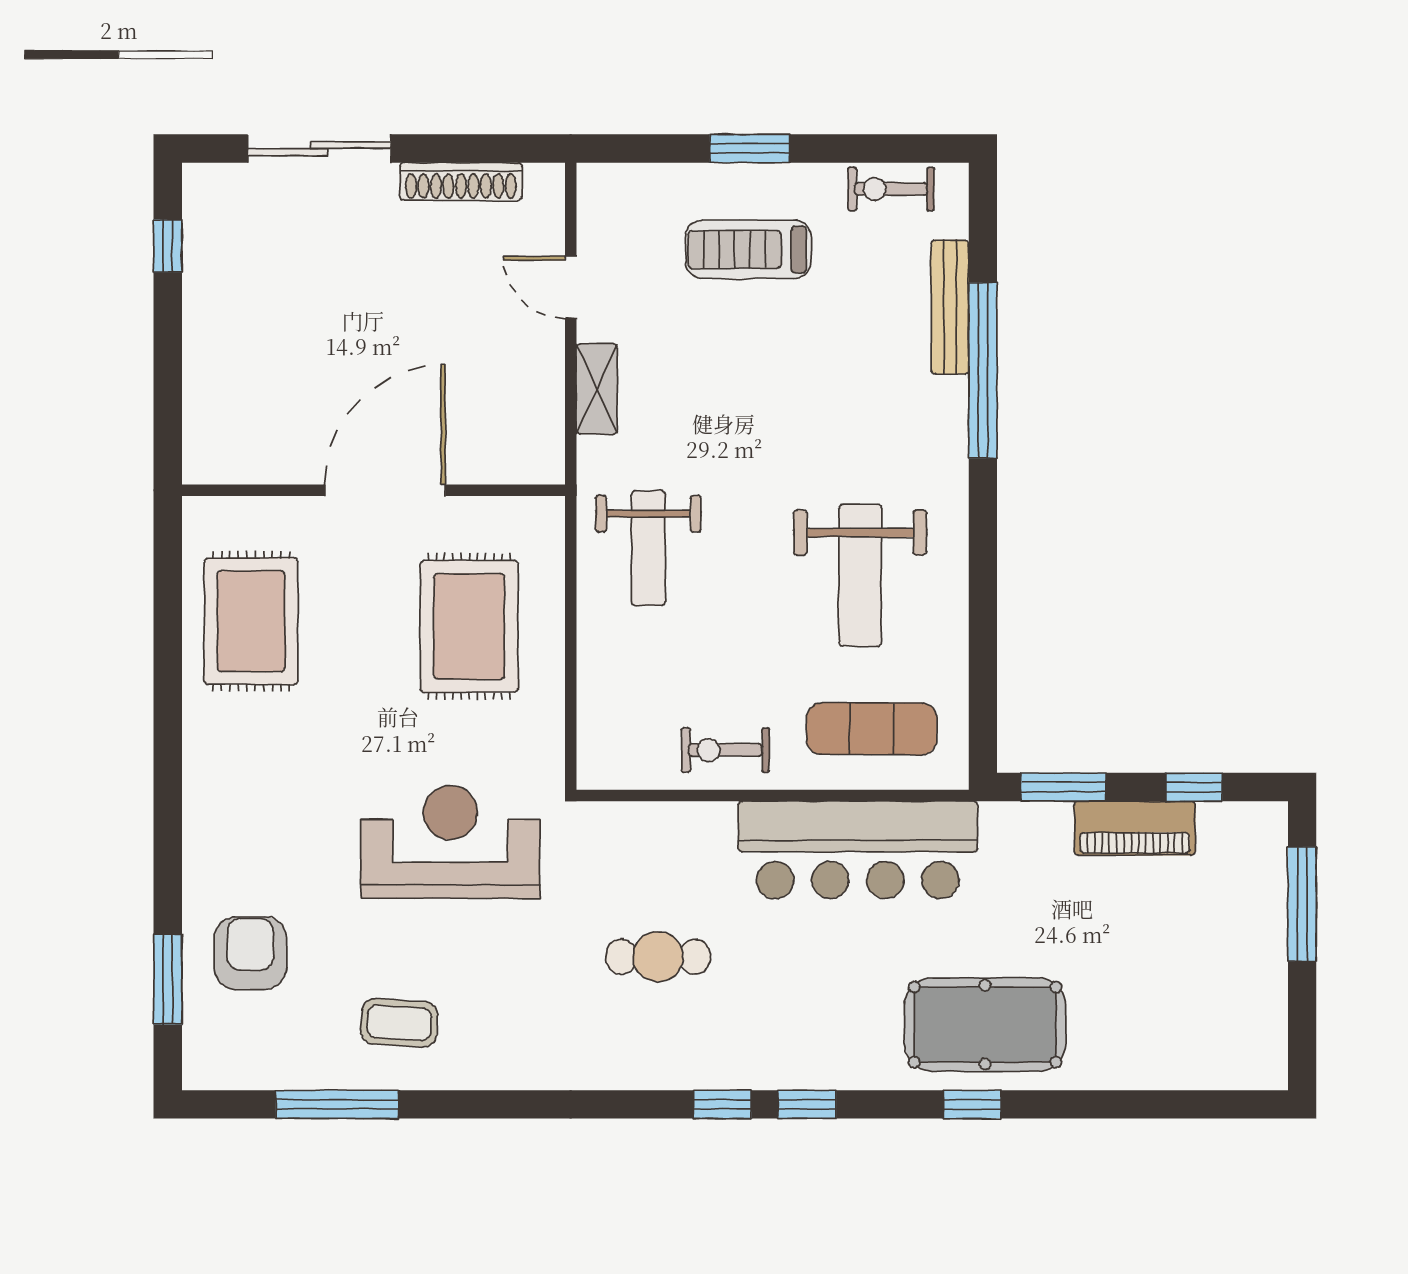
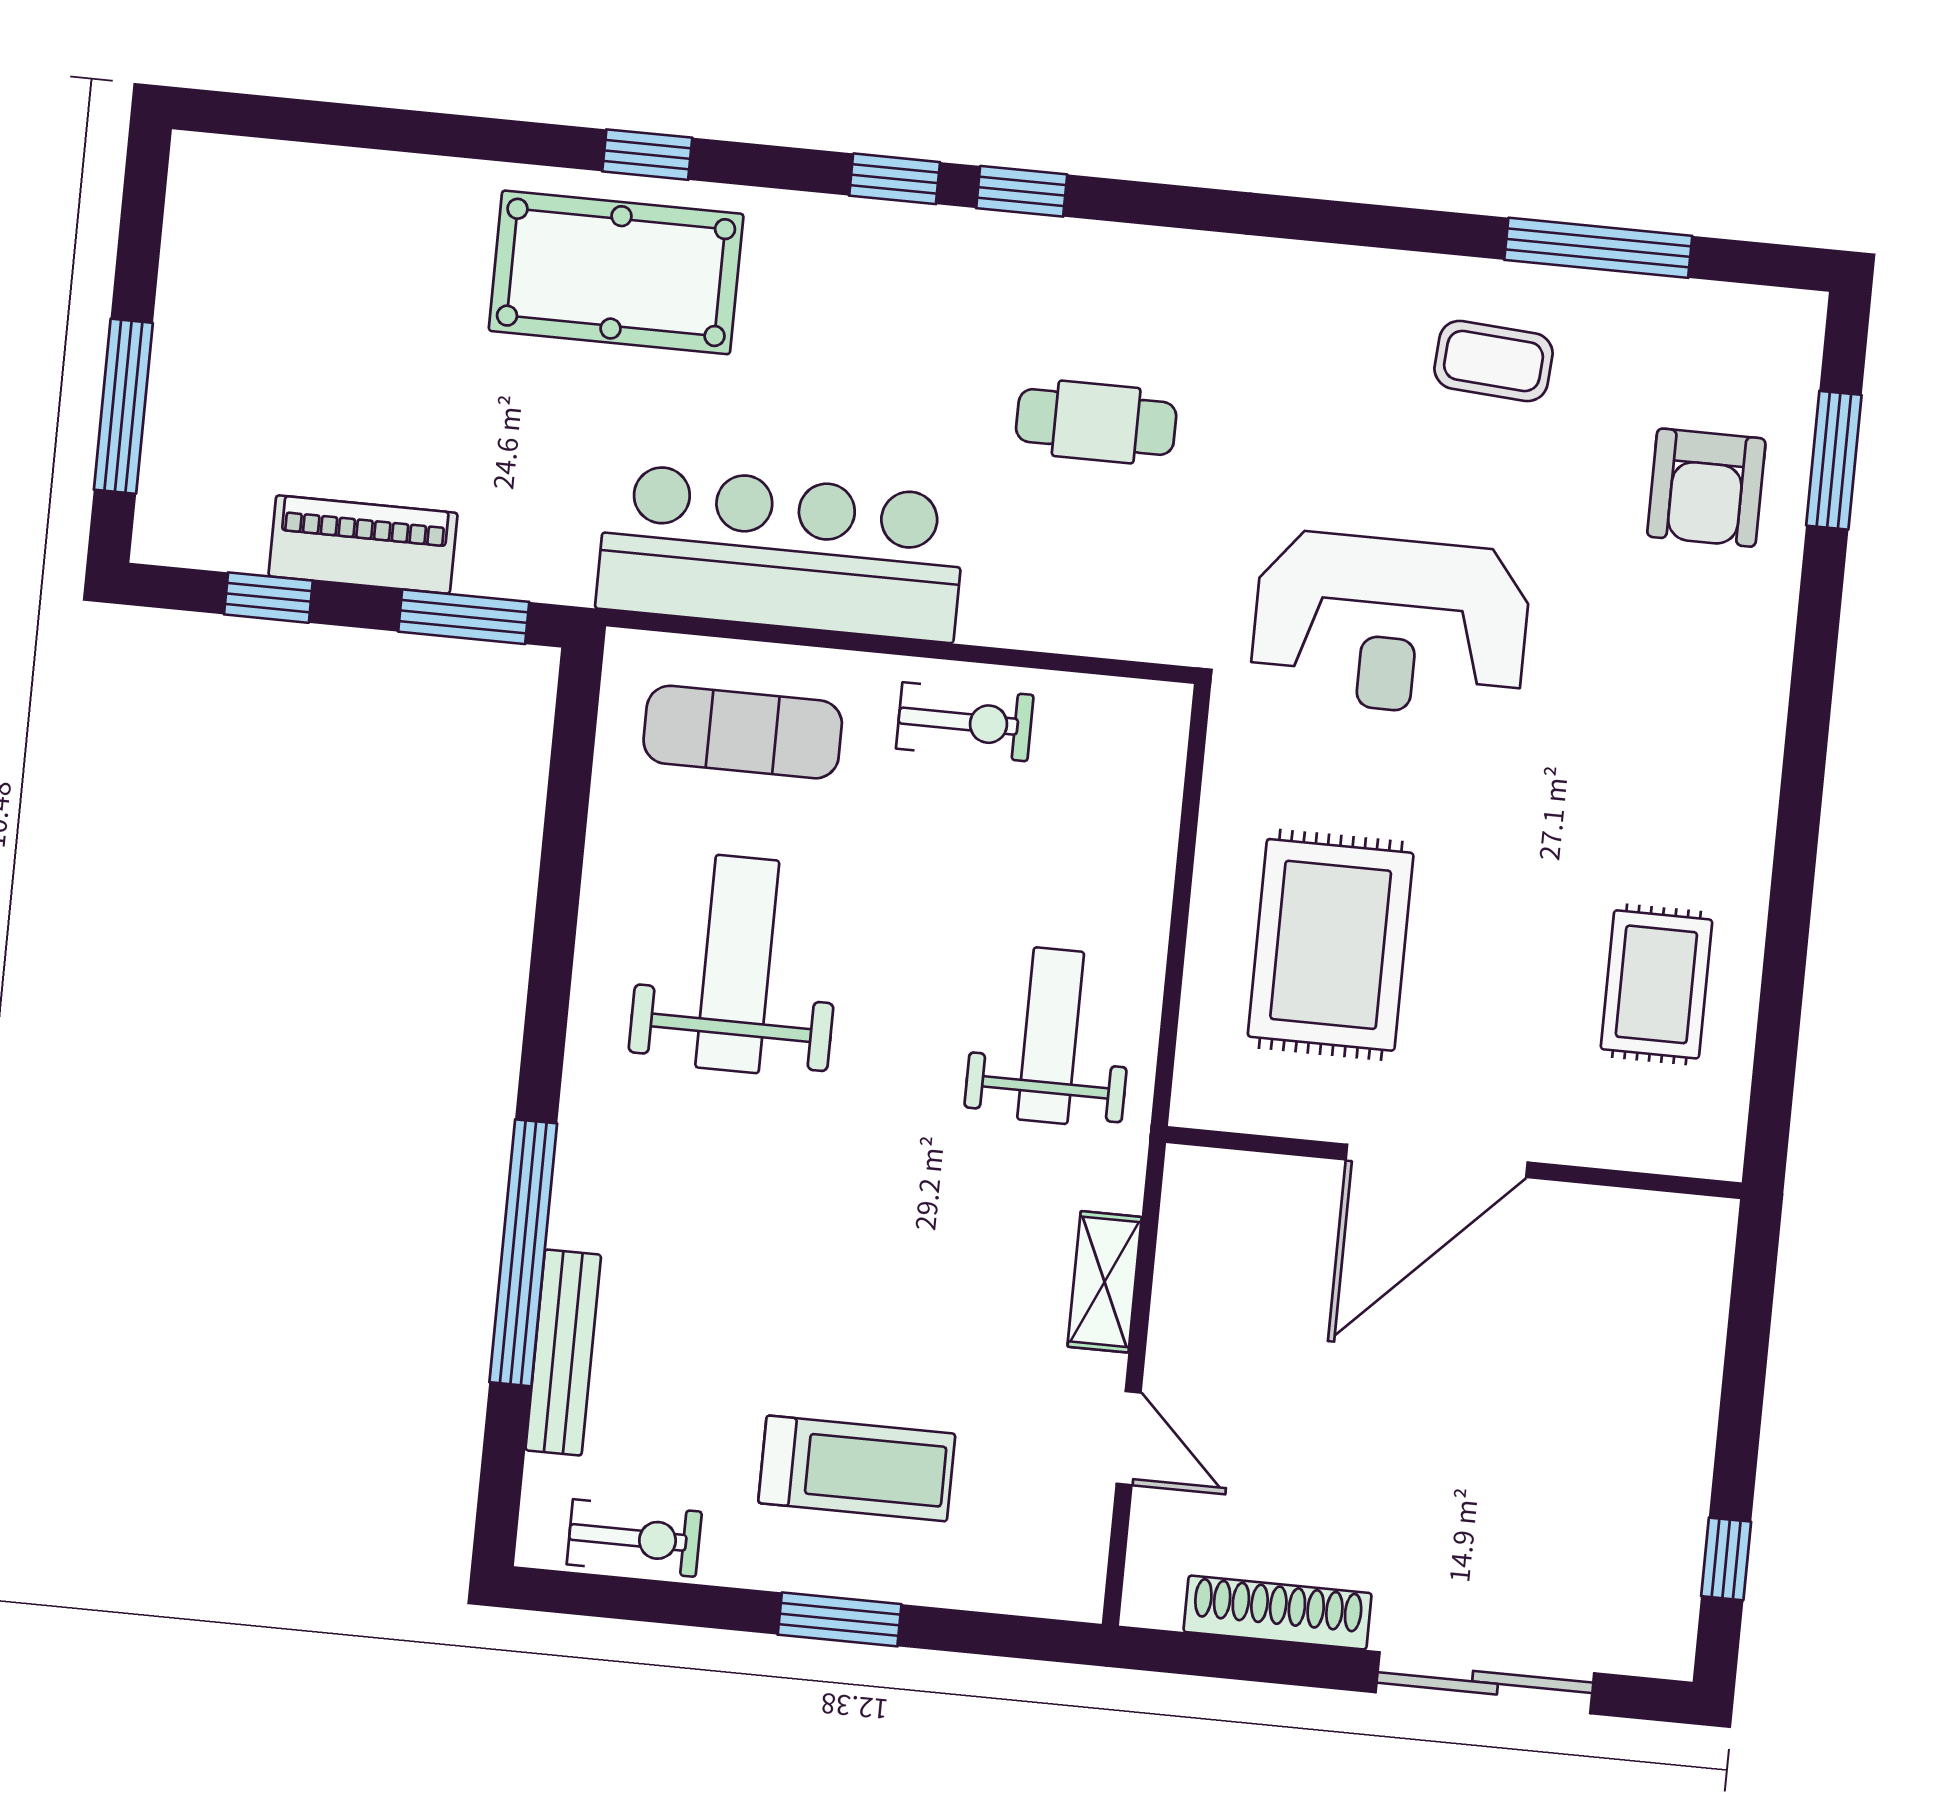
rug: (251, 621) -> (1656, 984), width x0.73, depth x0.70

